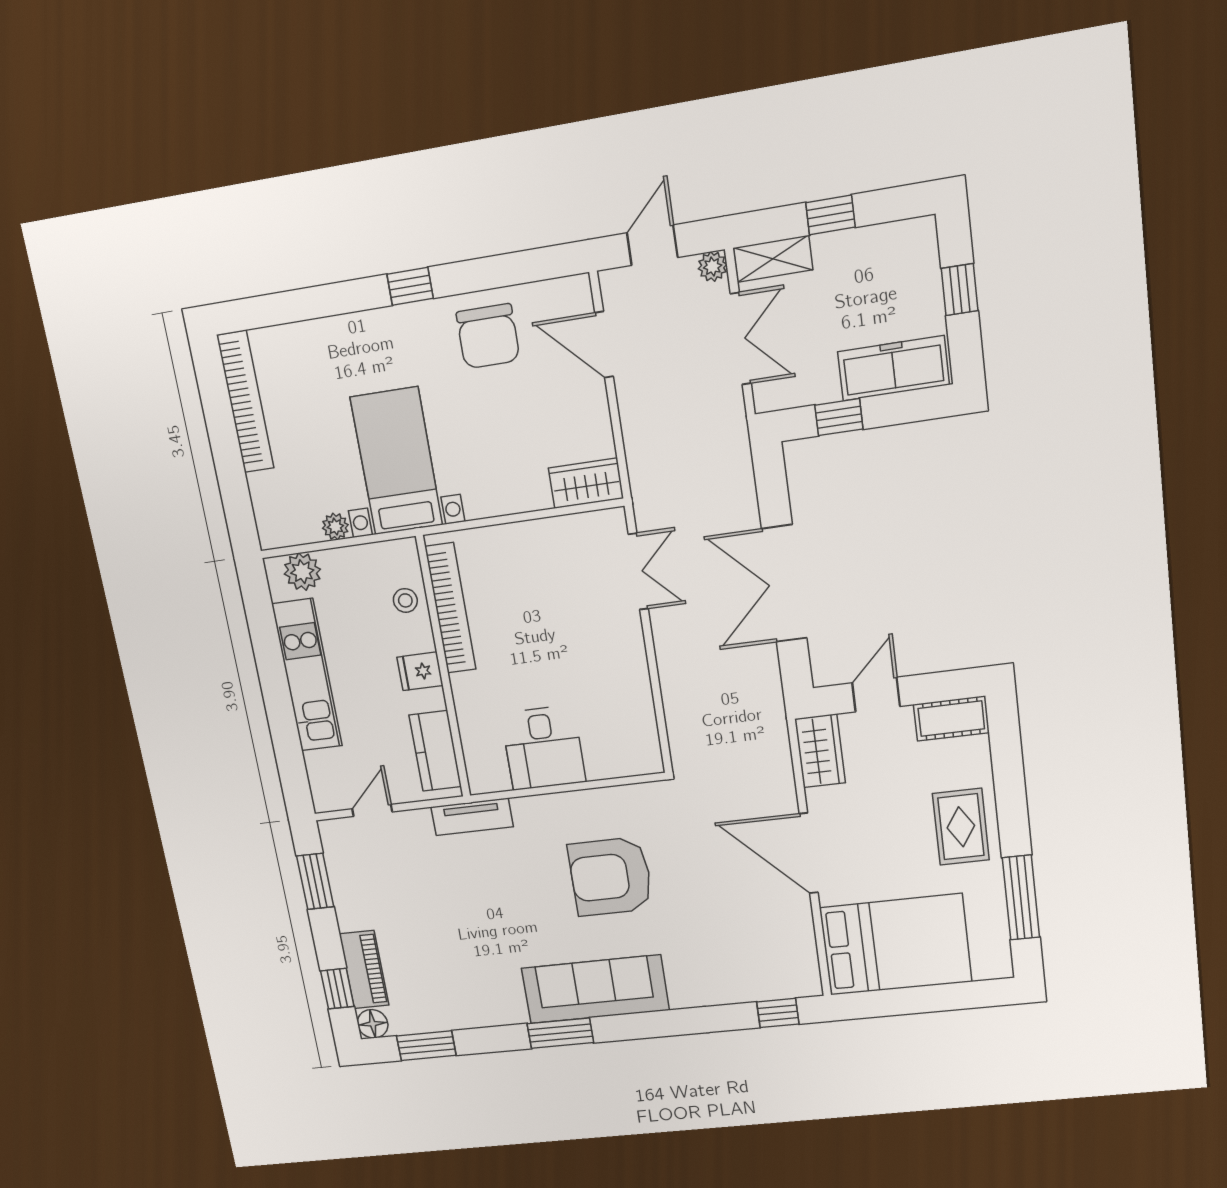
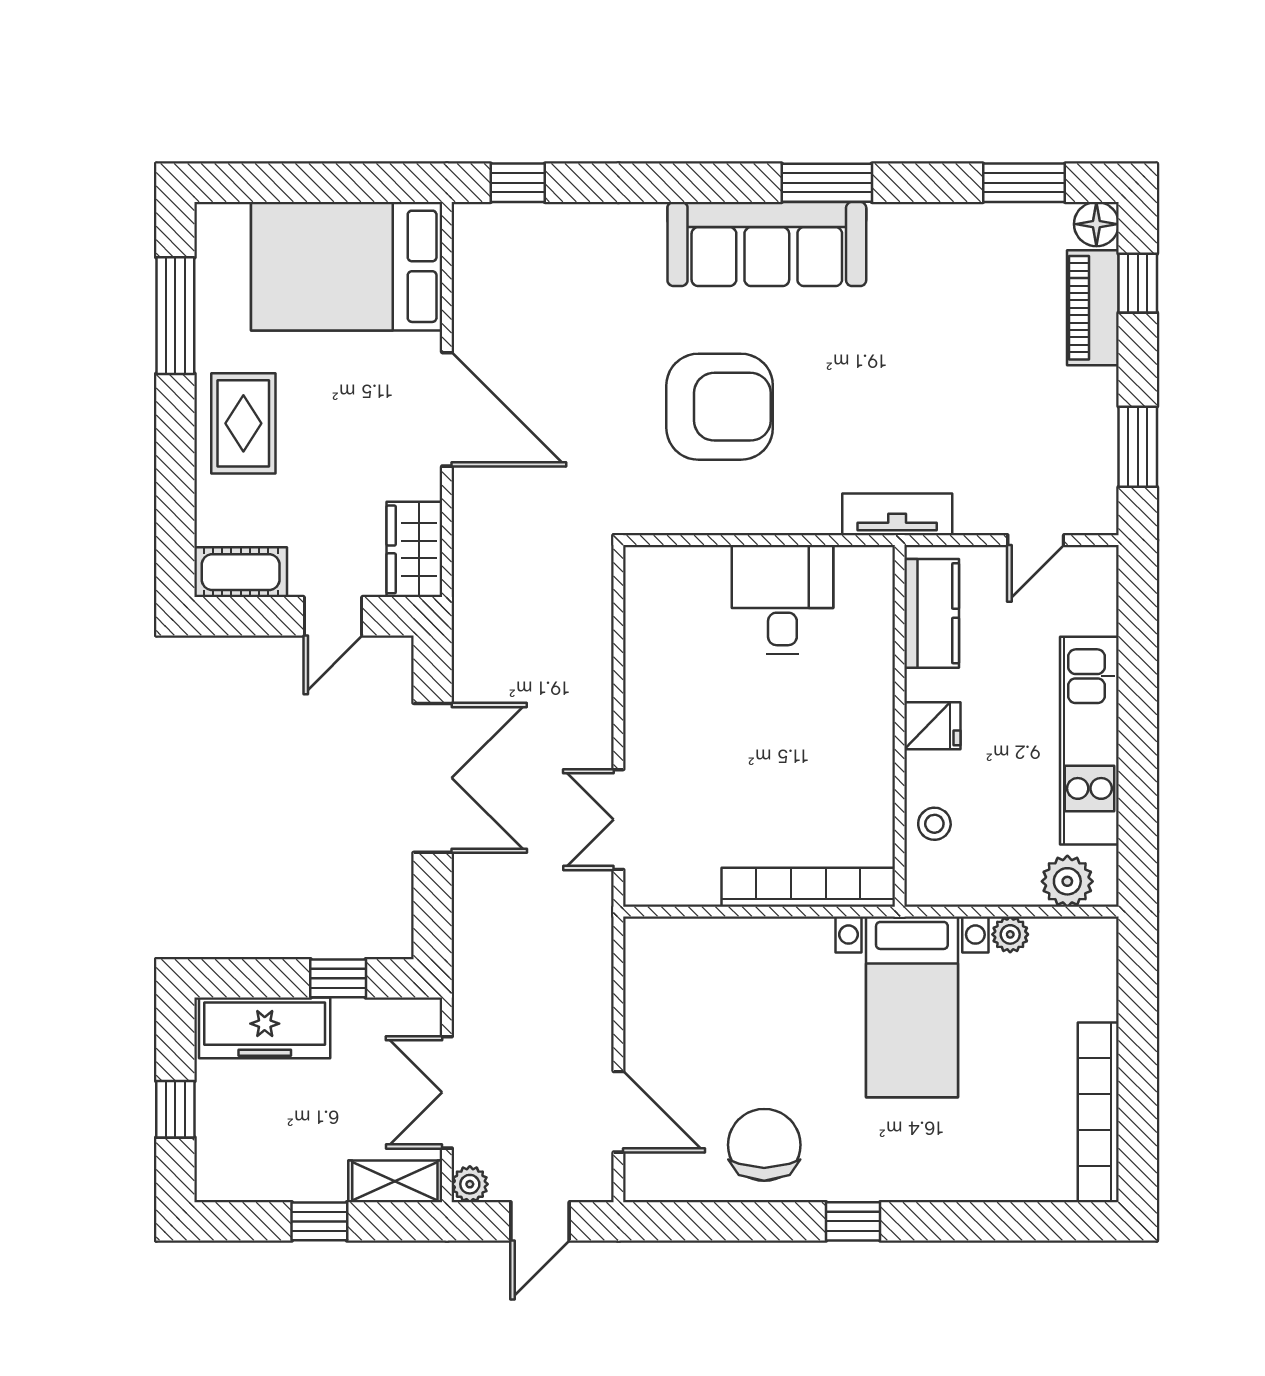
wardrobe: (586, 483) -> (669, 943), removed
bookcase: (451, 608) -> (808, 887), moved, turned 90

